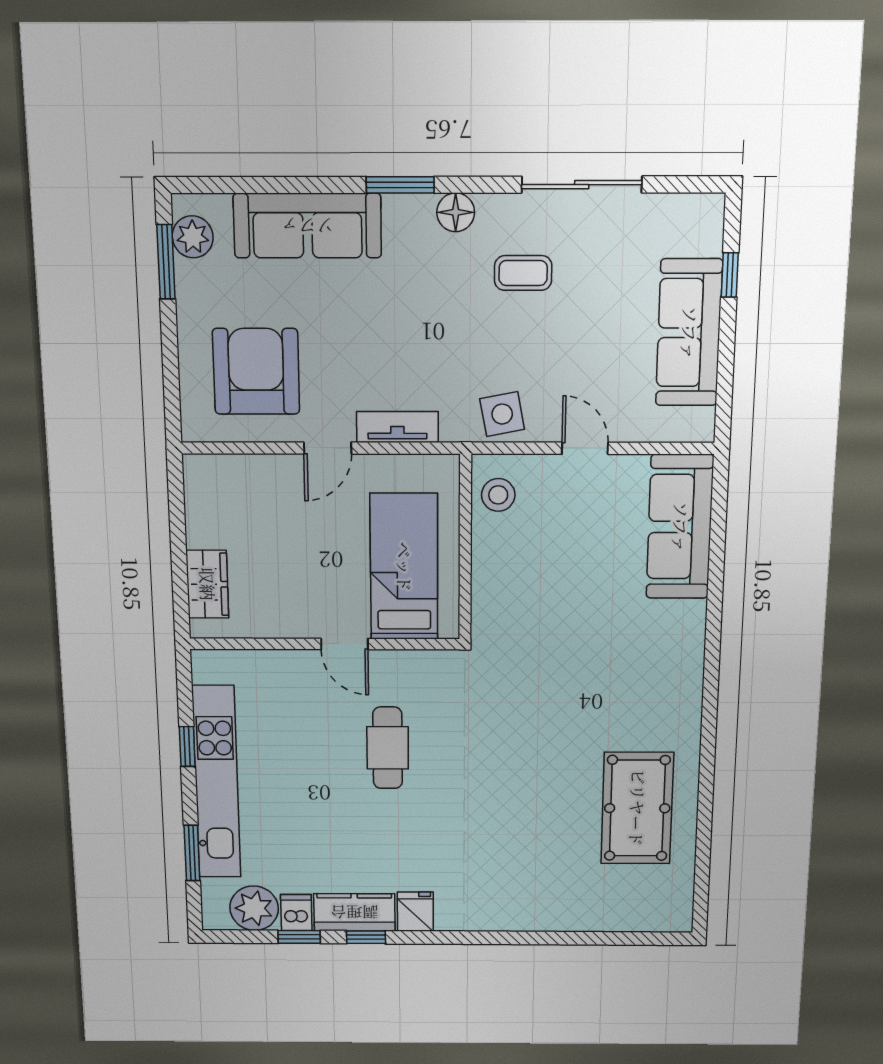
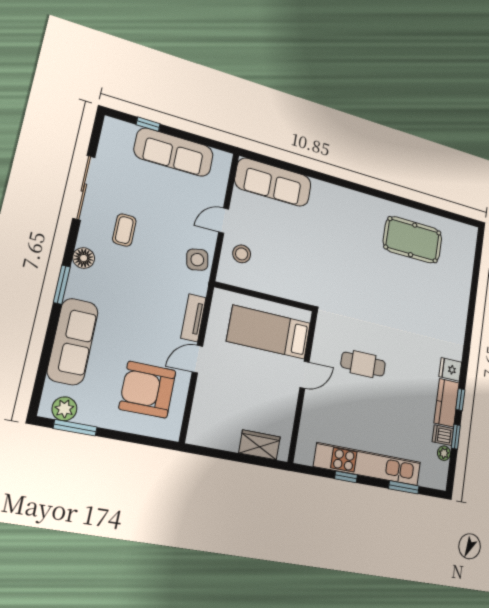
door: (328, 448) -> (197, 359), swing flipped
stool: (498, 495) -> (242, 254), moved
plant: (254, 908) -> (444, 453), width x0.53, depth x0.53

